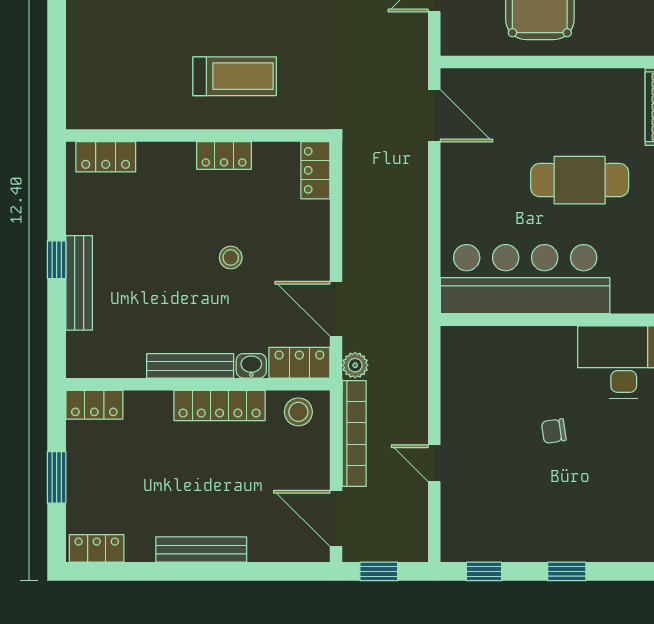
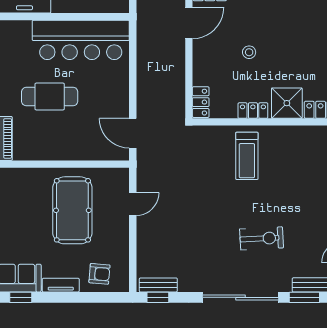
treadmill: (235, 76) -> (247, 156), turned -90
shower: (165, 168) -> (287, 103), added
door: (336, 309) -> (189, 23), hinge flipped

